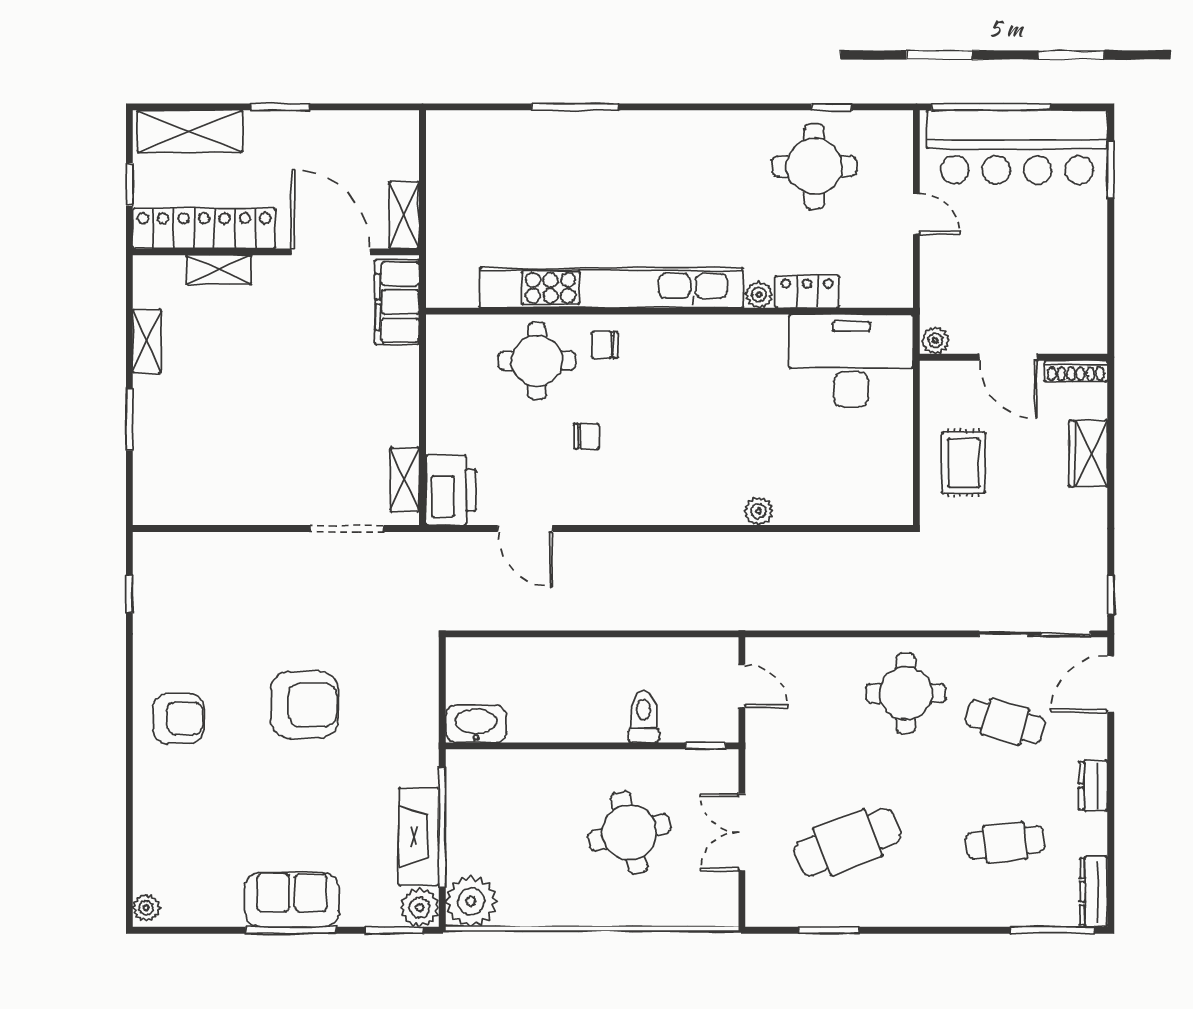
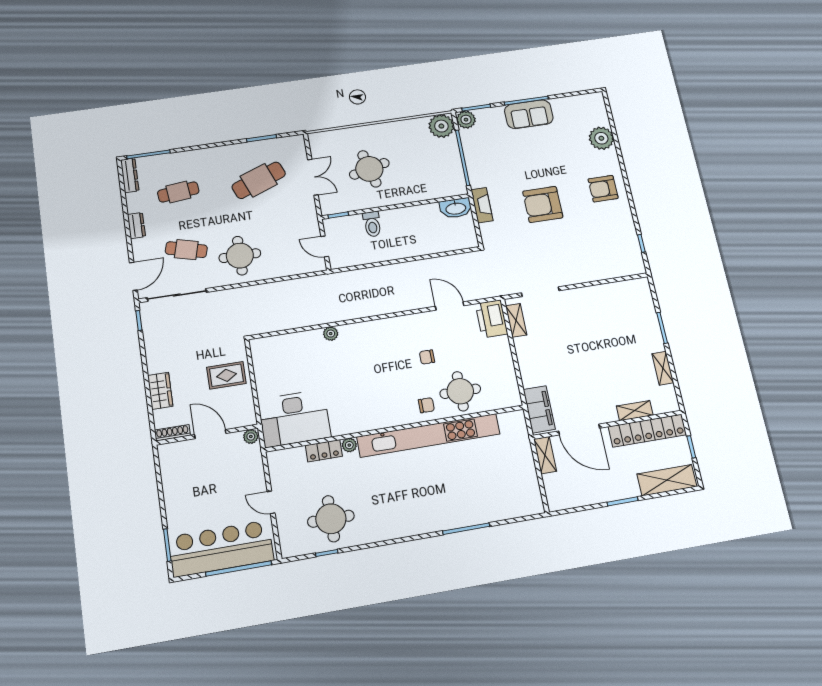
rug: (963, 463) -> (226, 375), turned 90
fireplace: (419, 837) -> (482, 205), moved, width x0.73, depth x0.76
plant: (146, 908) -> (601, 138), moved, width x1.87, depth x1.87

